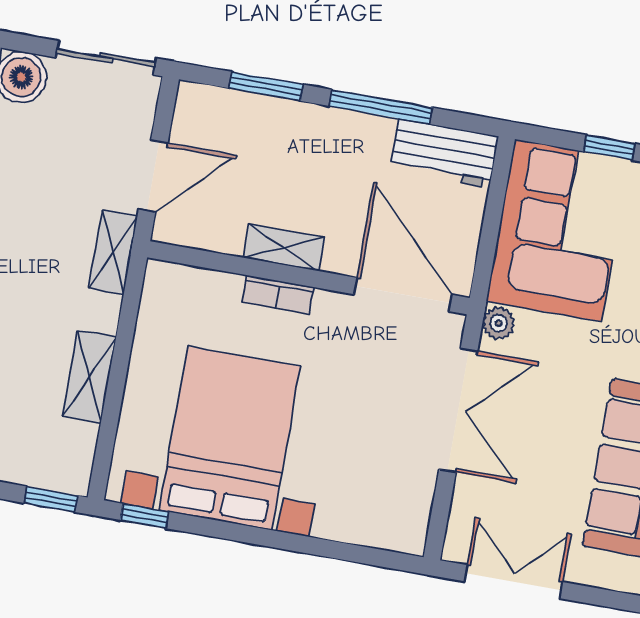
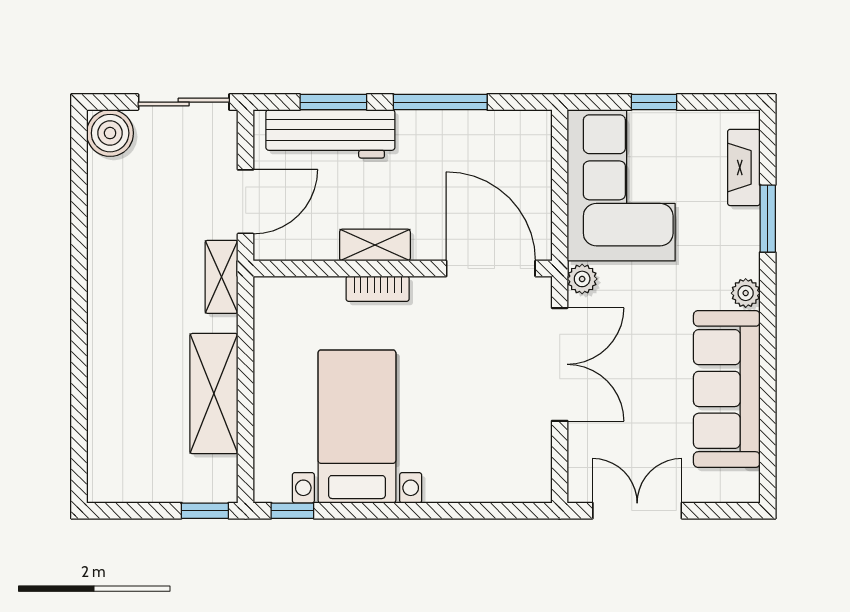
workbench: (444, 153) -> (330, 134), moved, width x1.38
shelving: (89, 377) -> (214, 394), width x1.50, depth x1.33
bed with nightstands: (230, 438) -> (357, 427), width x0.73

